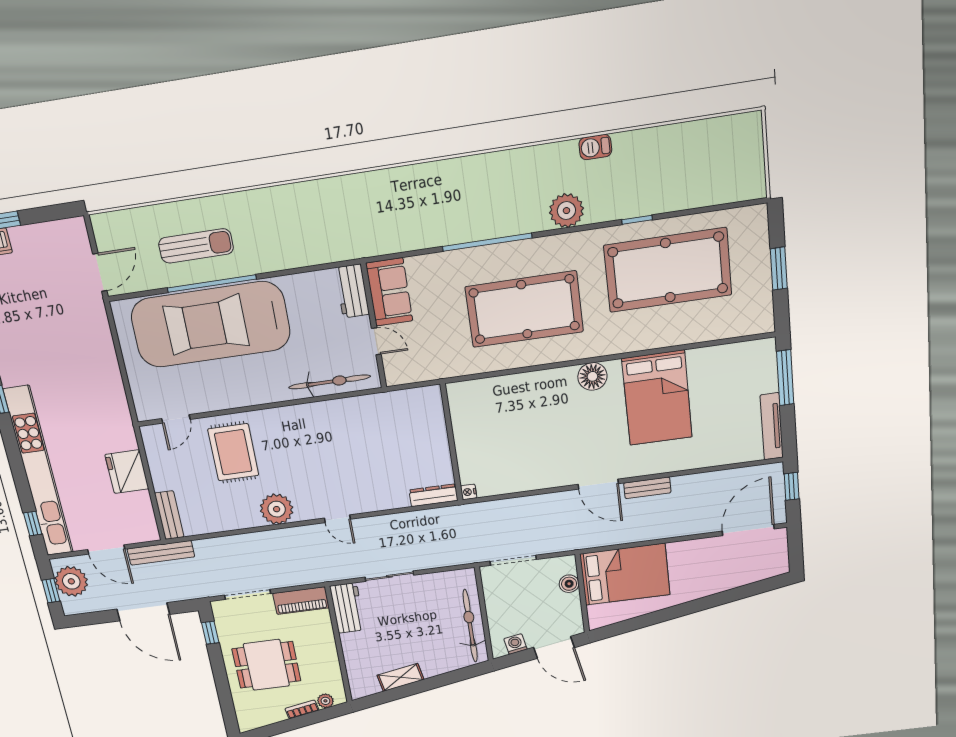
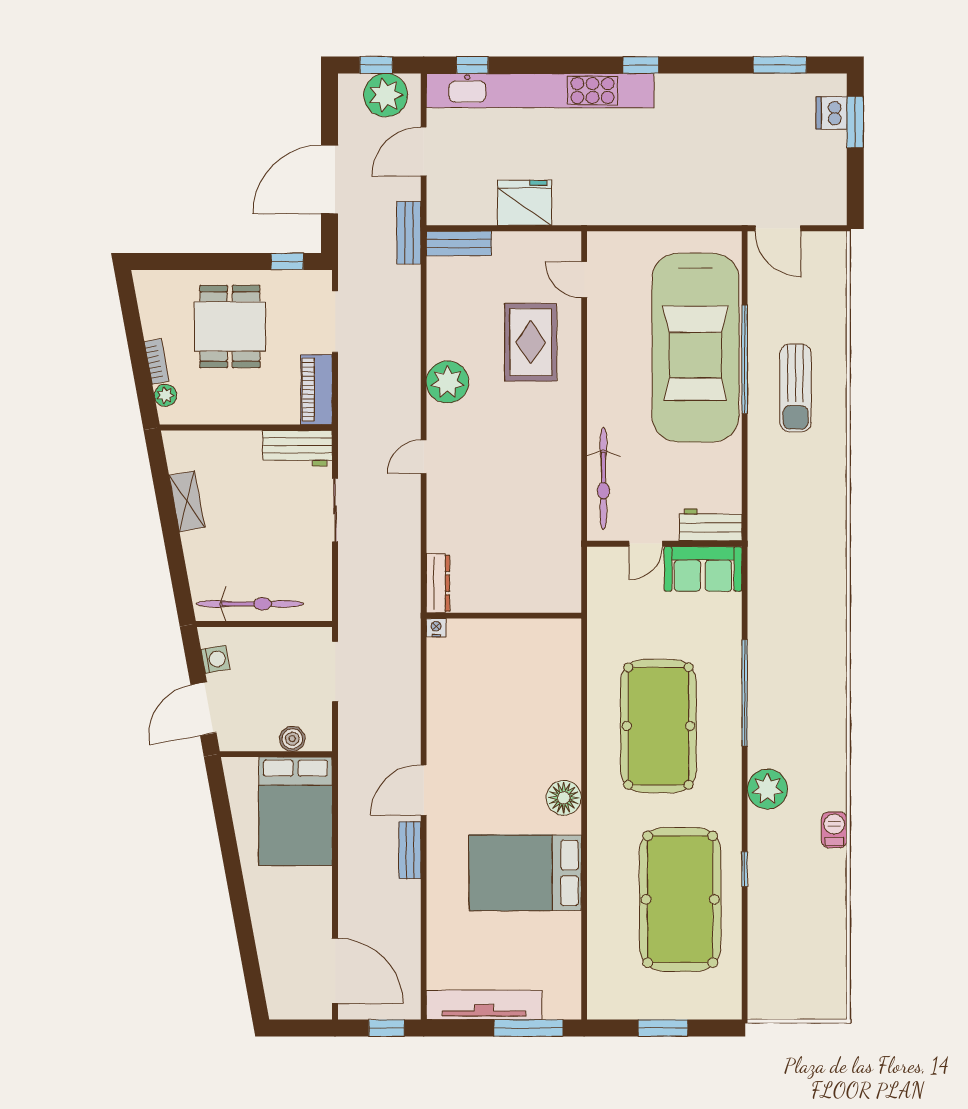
sun lounger: (196, 246) -> (796, 388), moved
car: (211, 325) -> (695, 348), turned 180
tv unit: (772, 426) -> (484, 1005), width x1.36, depth x1.29
rug: (233, 452) -> (531, 342), turned 90
bench: (161, 553) -> (409, 233), width x0.73

